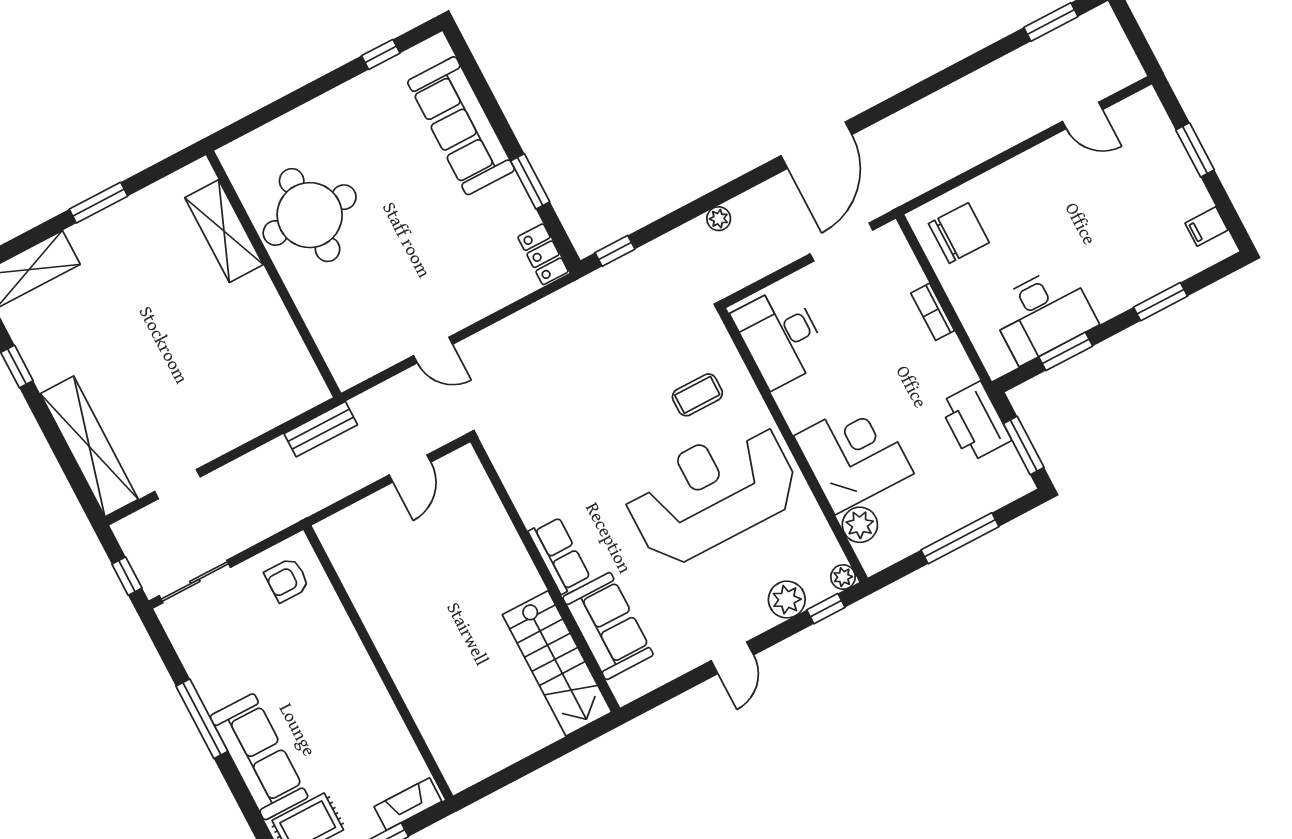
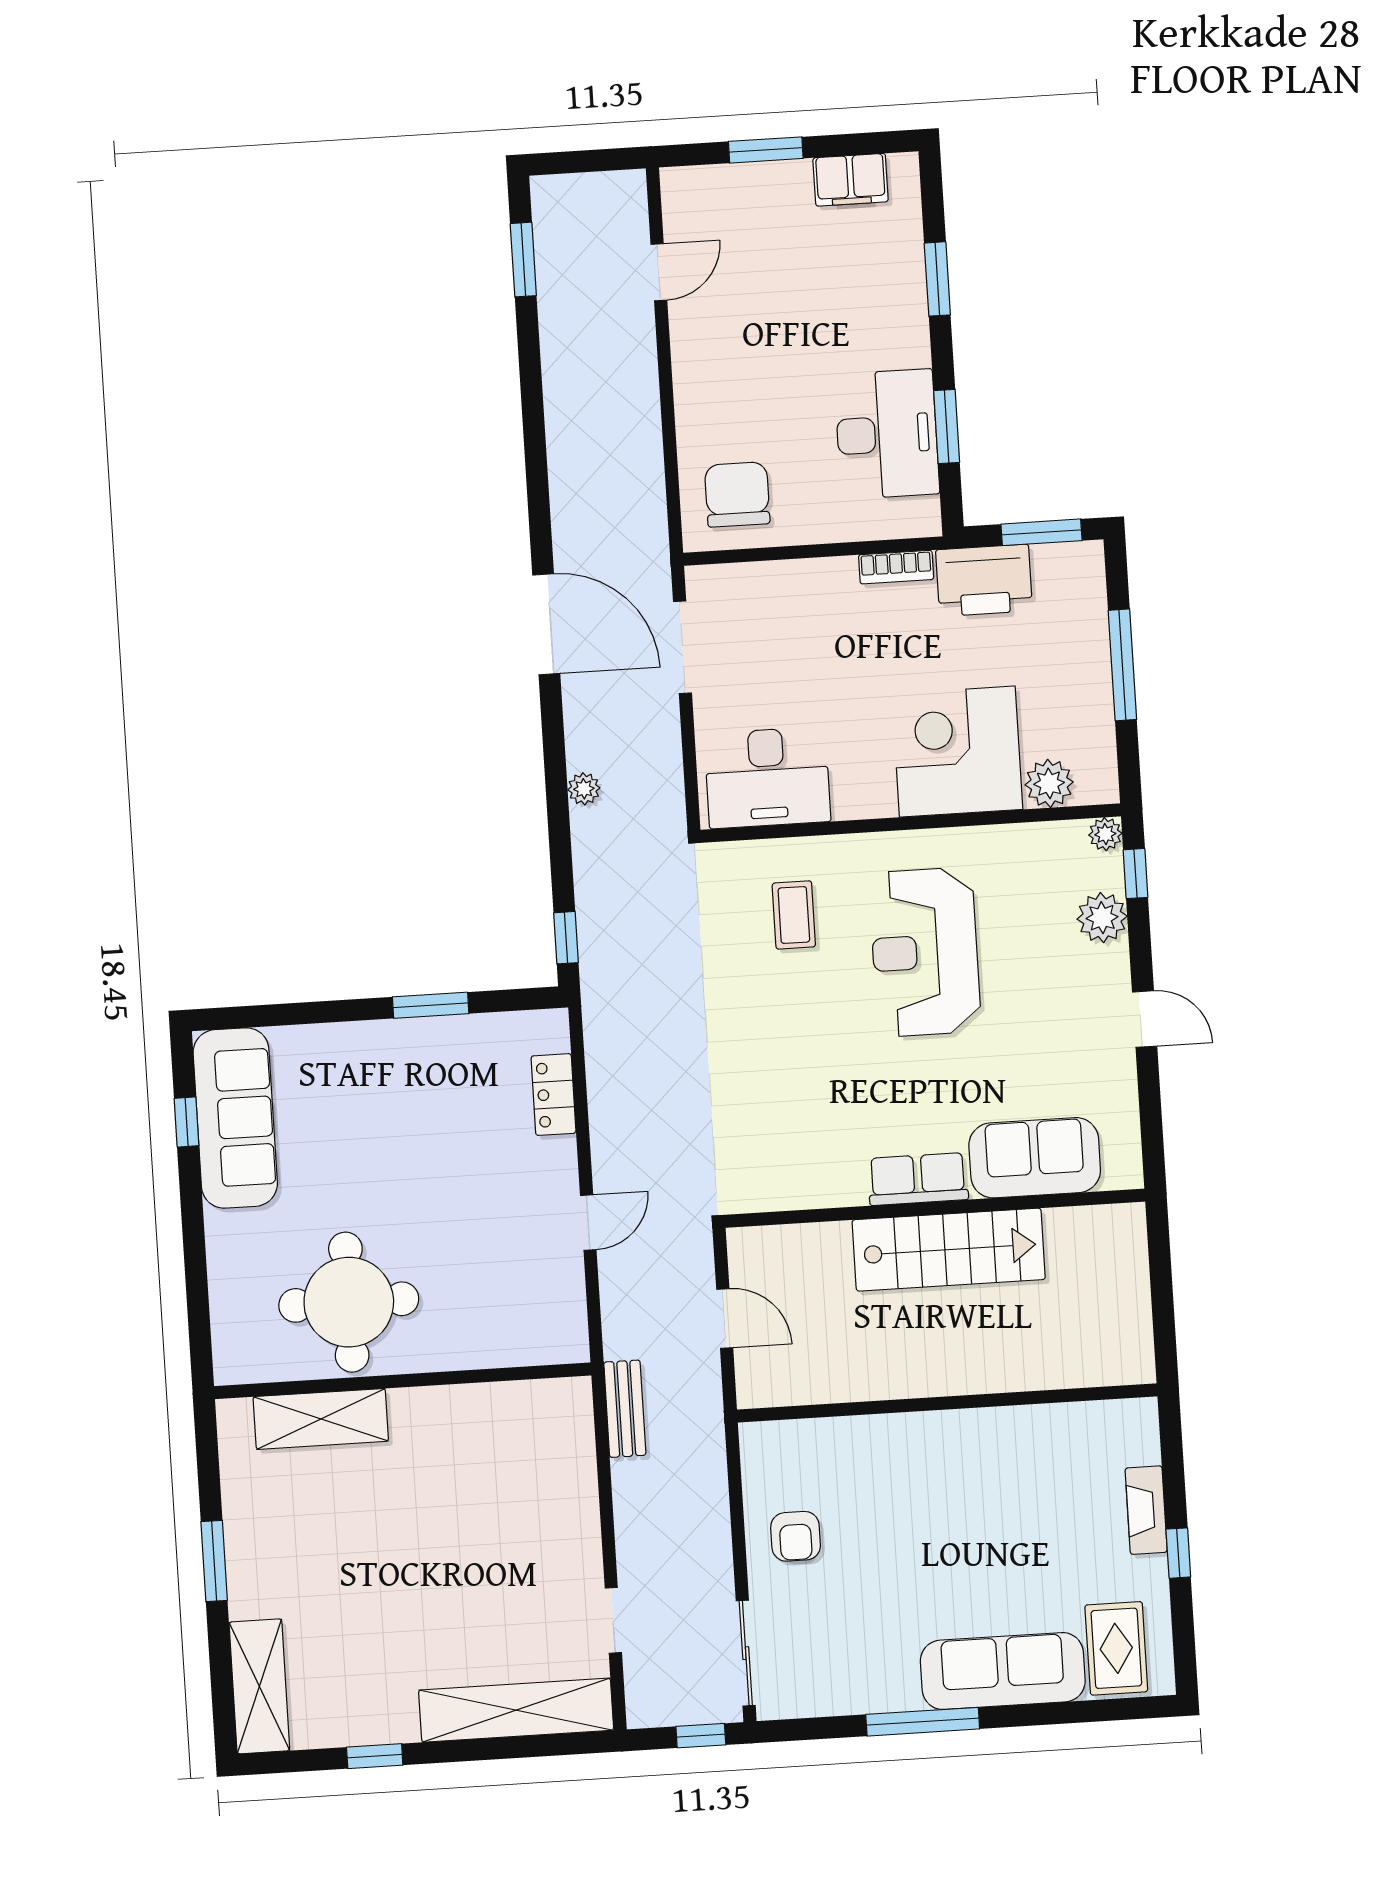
sofa: (461, 126) -> (235, 1118), moved, turned -90
filing cabinet: (1207, 227) -> (851, 180), width x2.00
locker: (543, 254) -> (553, 1095), moved, turned 90
bookcase: (933, 312) -> (896, 567), moved
reception desk: (712, 493) -> (925, 952), width x0.74, depth x0.77
wall: (378, 663) -> (947, 1403), moved
stairs: (557, 663) -> (949, 1250), moved

